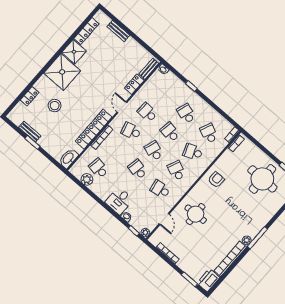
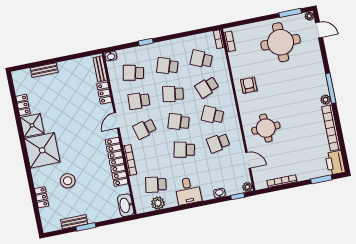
locker: (86, 31) -> (23, 105), width x0.66
school desk: (164, 94) -> (133, 73), added
door: (122, 107) -> (117, 120), hinge flipped
desk: (119, 201) -> (188, 191), moved

